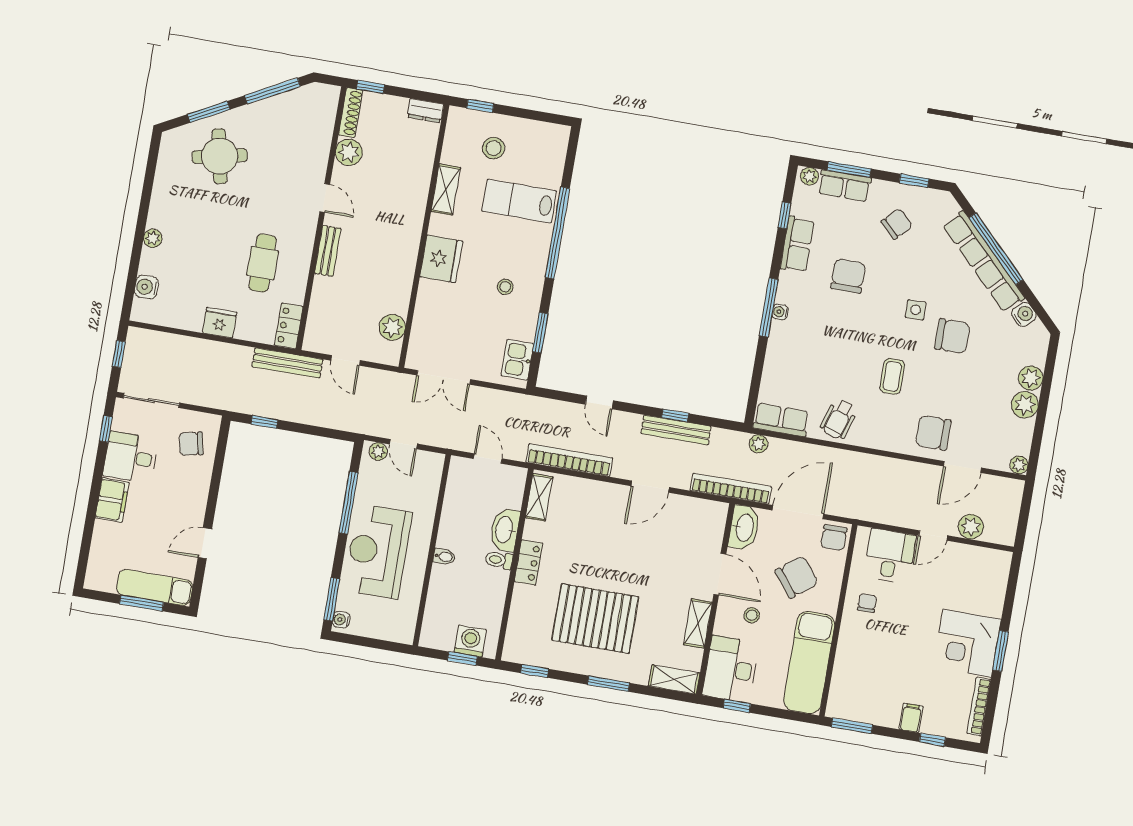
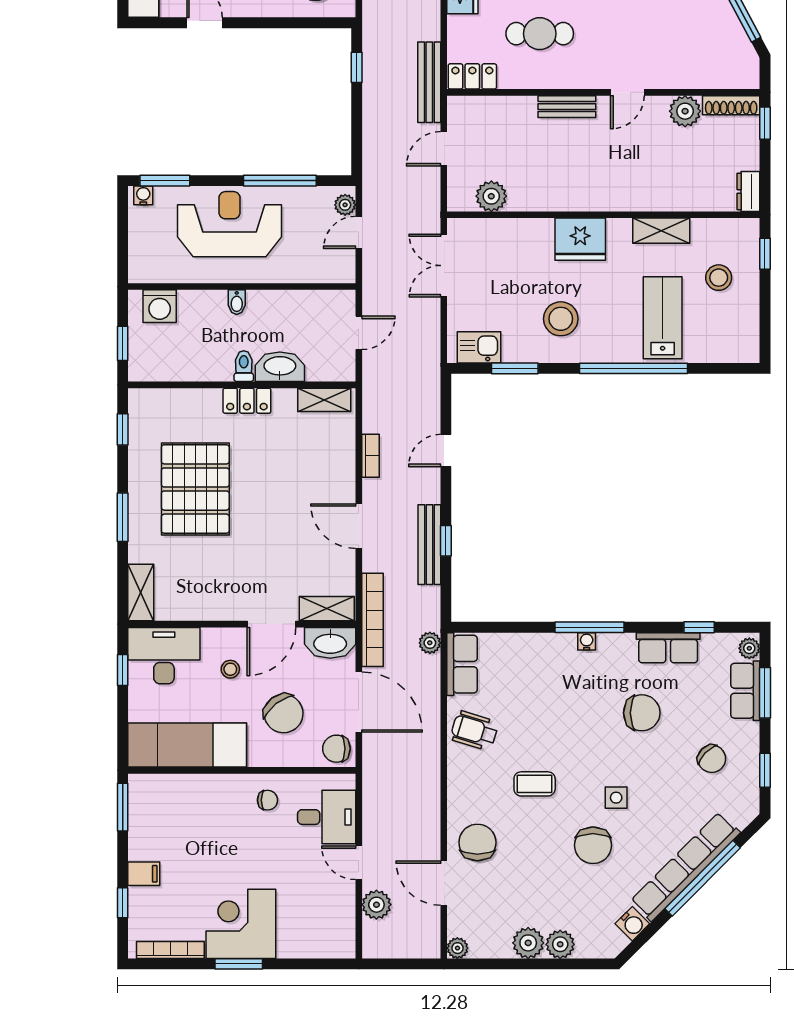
stool: (505, 287) -> (561, 319), width x1.89, depth x1.89
bookcase: (569, 460) -> (371, 456), width x0.43, depth x0.76
shelving: (698, 623) -> (327, 609), moved
washing machine: (470, 641) -> (160, 306), moved, turned 90

